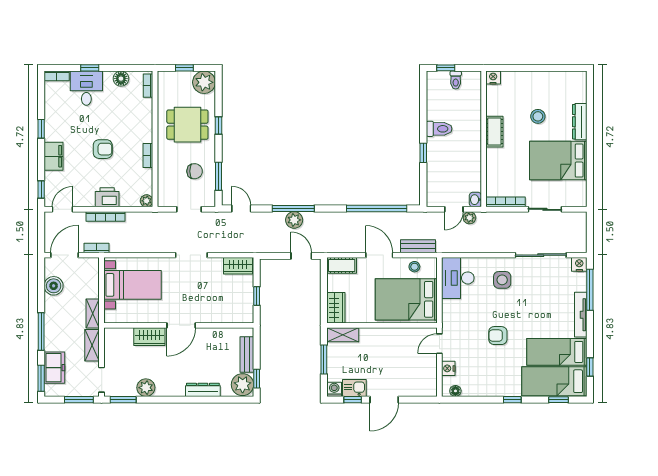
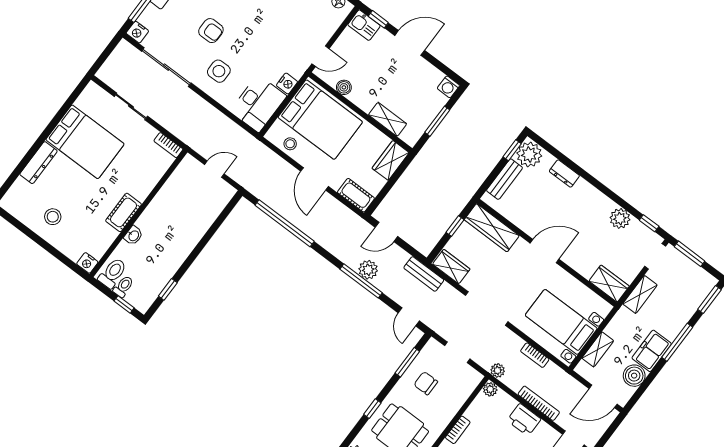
stool: (538, 116) -> (53, 217), moved
toilet: (439, 129) -> (113, 273), moved, turned 90
window: (423, 153) -> (168, 289), moved
washbasin: (475, 200) -> (133, 236), moved
bookcase: (506, 202) -> (168, 145), width x0.64
plant: (469, 218) -> (498, 370), moved
bench: (418, 246) -> (424, 274), moved
bookcase: (96, 248) -> (535, 355), moved
doorway: (191, 255) -> (487, 309), width x1.36
door: (301, 256) -> (386, 232), hinge flipped
shelving: (93, 314) -> (598, 349), moved
wardrobe: (230, 314) -> (492, 228), added
boiler: (407, 334) -> (344, 87), added
shelving: (343, 335) -> (388, 119), moved
armchair: (498, 336) -> (211, 31), moved
wardrobe: (149, 337) -> (609, 284), moved
freezer: (54, 368) -> (652, 351), moved
nightstand: (448, 368) -> (287, 84), moved
kitchen sink: (354, 388) -> (364, 25), moved
dresser: (203, 390) -> (564, 173), width x0.70
window: (123, 400) -> (649, 223), width x0.67
window: (353, 400) -> (378, 19), moved

